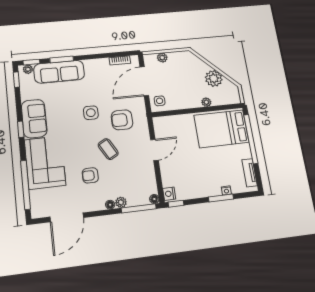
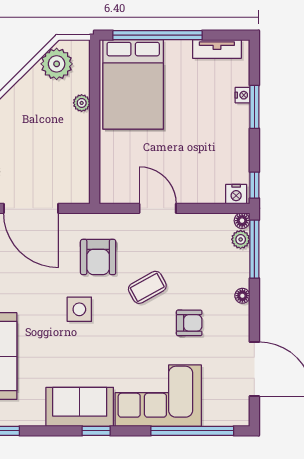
plant: (214, 78) -> (57, 64), moved
side table: (160, 101) -> (70, 186), removed
armchair: (90, 175) -> (189, 323), turned -90
plant: (121, 202) -> (241, 239), moved

